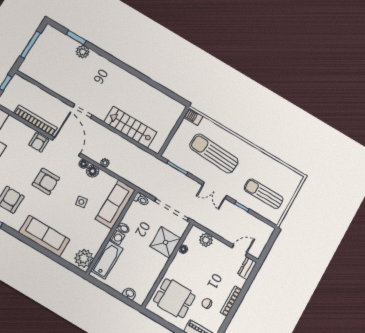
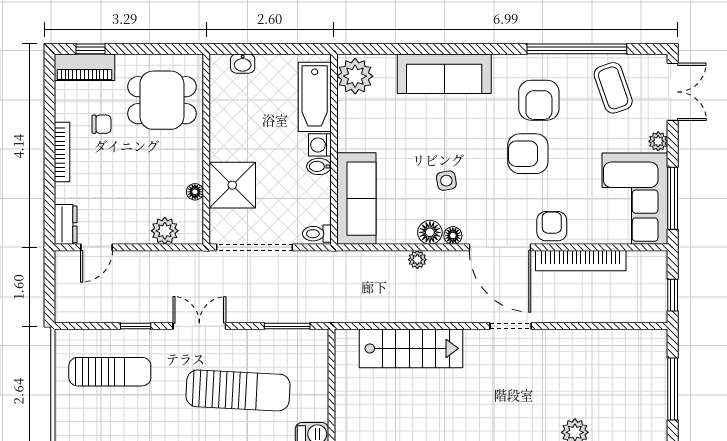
armchair: (46, 181) -> (528, 154), moved
side table: (81, 202) -> (446, 181), moved

